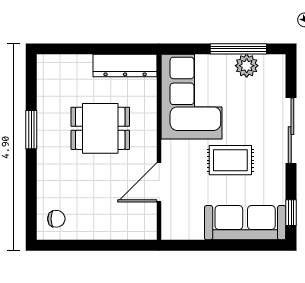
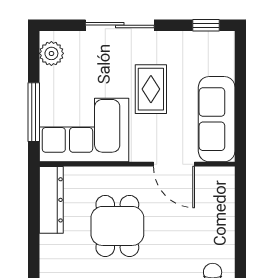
window: (238, 49) -> (34, 112), moved
plant: (247, 66) -> (51, 53), moved
sofa: (245, 223) -> (217, 119), moved

